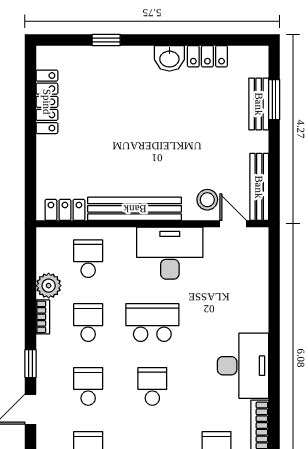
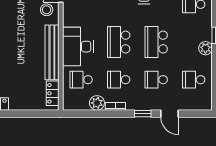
desk: (170, 253) -> (78, 47), moved
school desk: (152, 386) -> (156, 42), width x1.85

